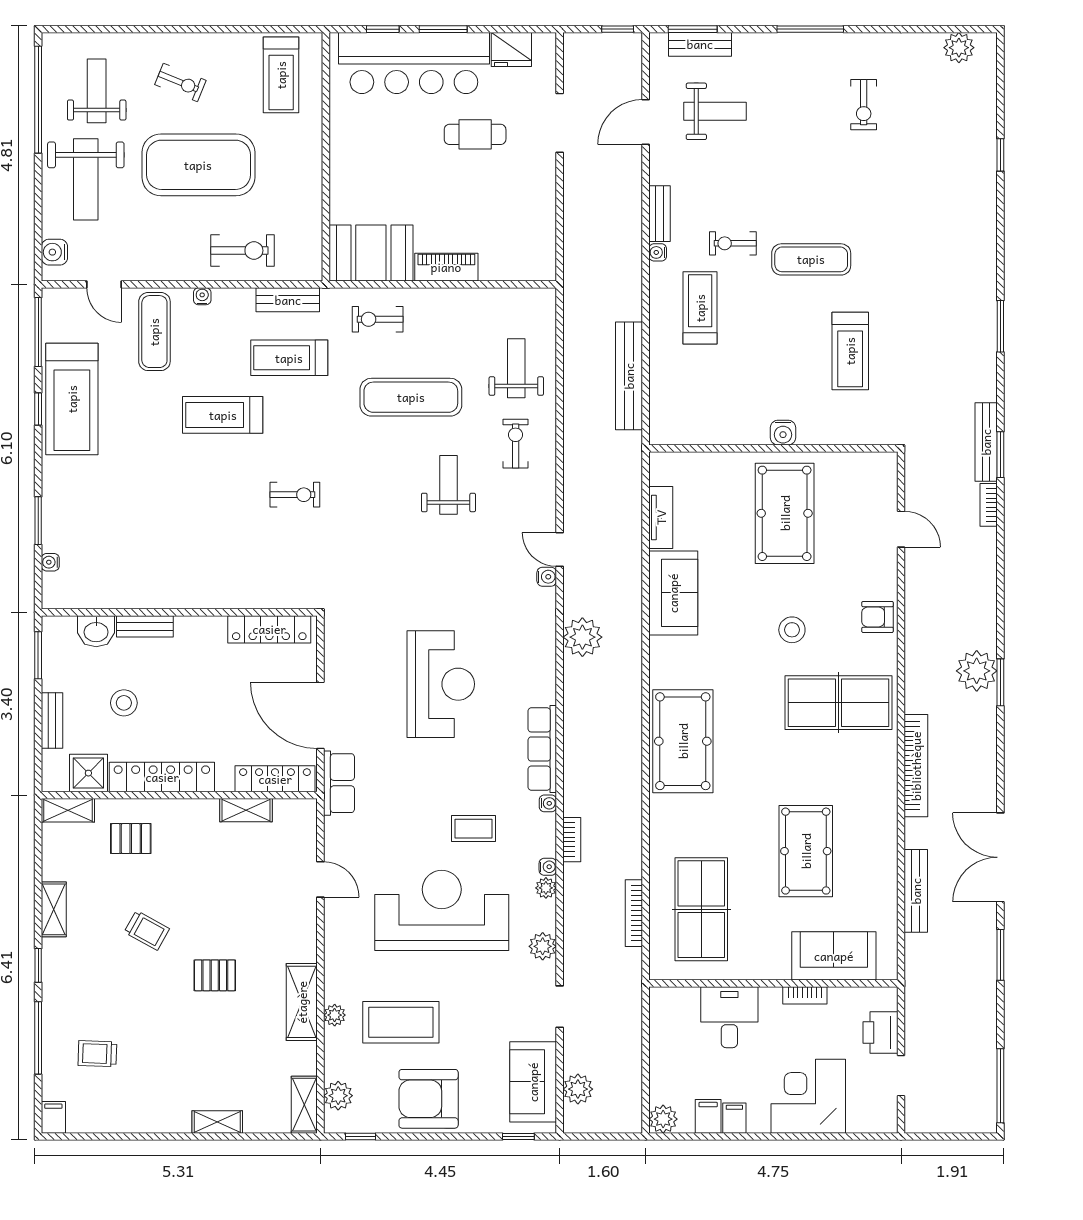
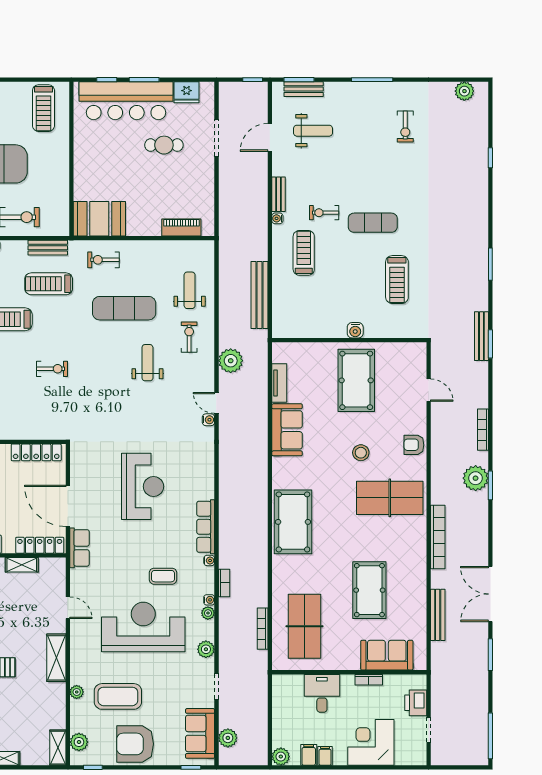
piano: (446, 267) -> (181, 227), moved
bookcase: (989, 505) -> (483, 430), moved, width x1.56
plant: (582, 637) -> (231, 361), moved
shelving: (302, 1002) -> (56, 658), moved

